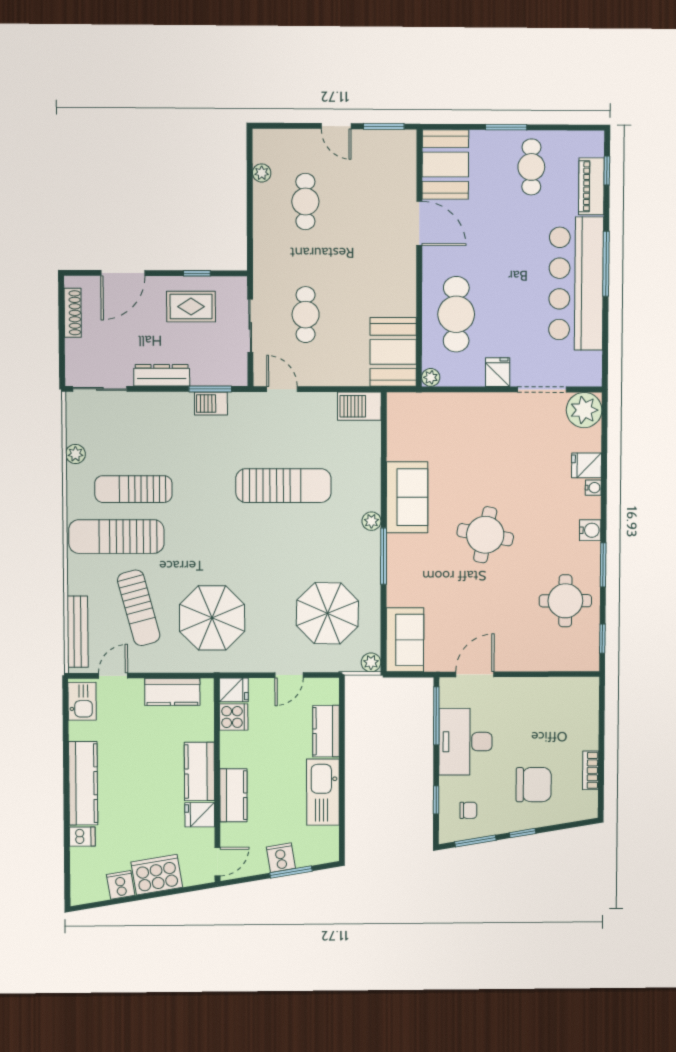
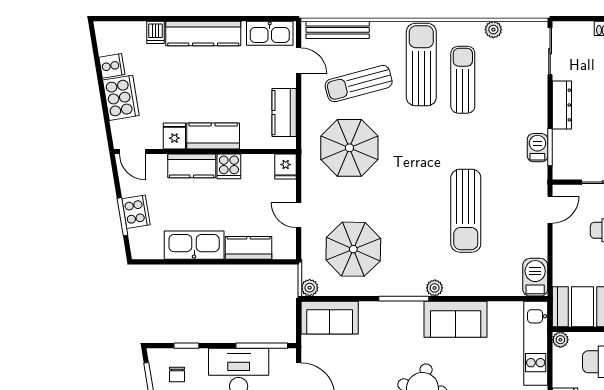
kitchen unit: (435, 406) -> (536, 343), added
kitchen sink: (82, 701) -> (270, 33), width x1.38
cooker: (234, 717) -> (229, 166), moved
cooker: (281, 858) -> (136, 212), width x1.36

